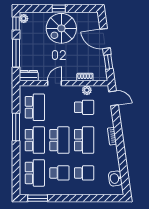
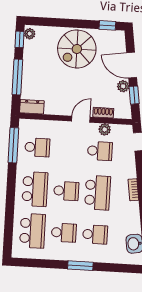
window: (59, 8) -> (107, 25), moved
plant: (99, 55) -> (123, 86), added
door: (55, 83) -> (81, 119), moved
school desk: (35, 107) -> (37, 147), width x0.54
window: (16, 127) -> (13, 145), moved
school desk: (59, 140) -> (66, 191), width x0.54
window: (38, 198) -> (80, 266), moved

